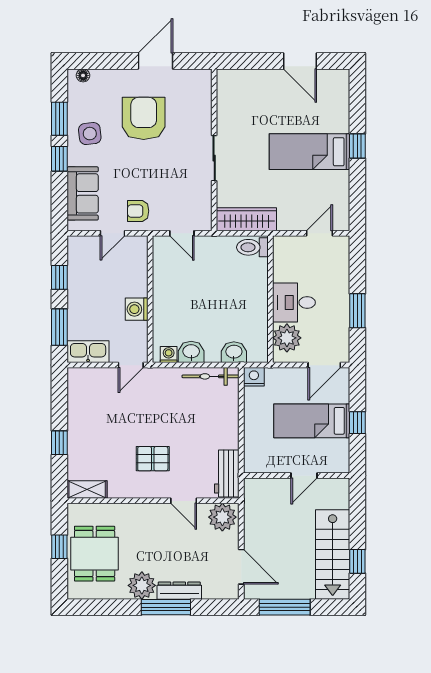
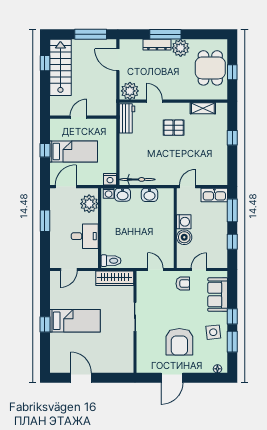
boiler: (136, 284) -> (184, 237), added
desk: (294, 303) -> (85, 236), moved
washing machine: (169, 355) -> (109, 193), moved
shelving: (87, 489) -> (203, 108), moved

